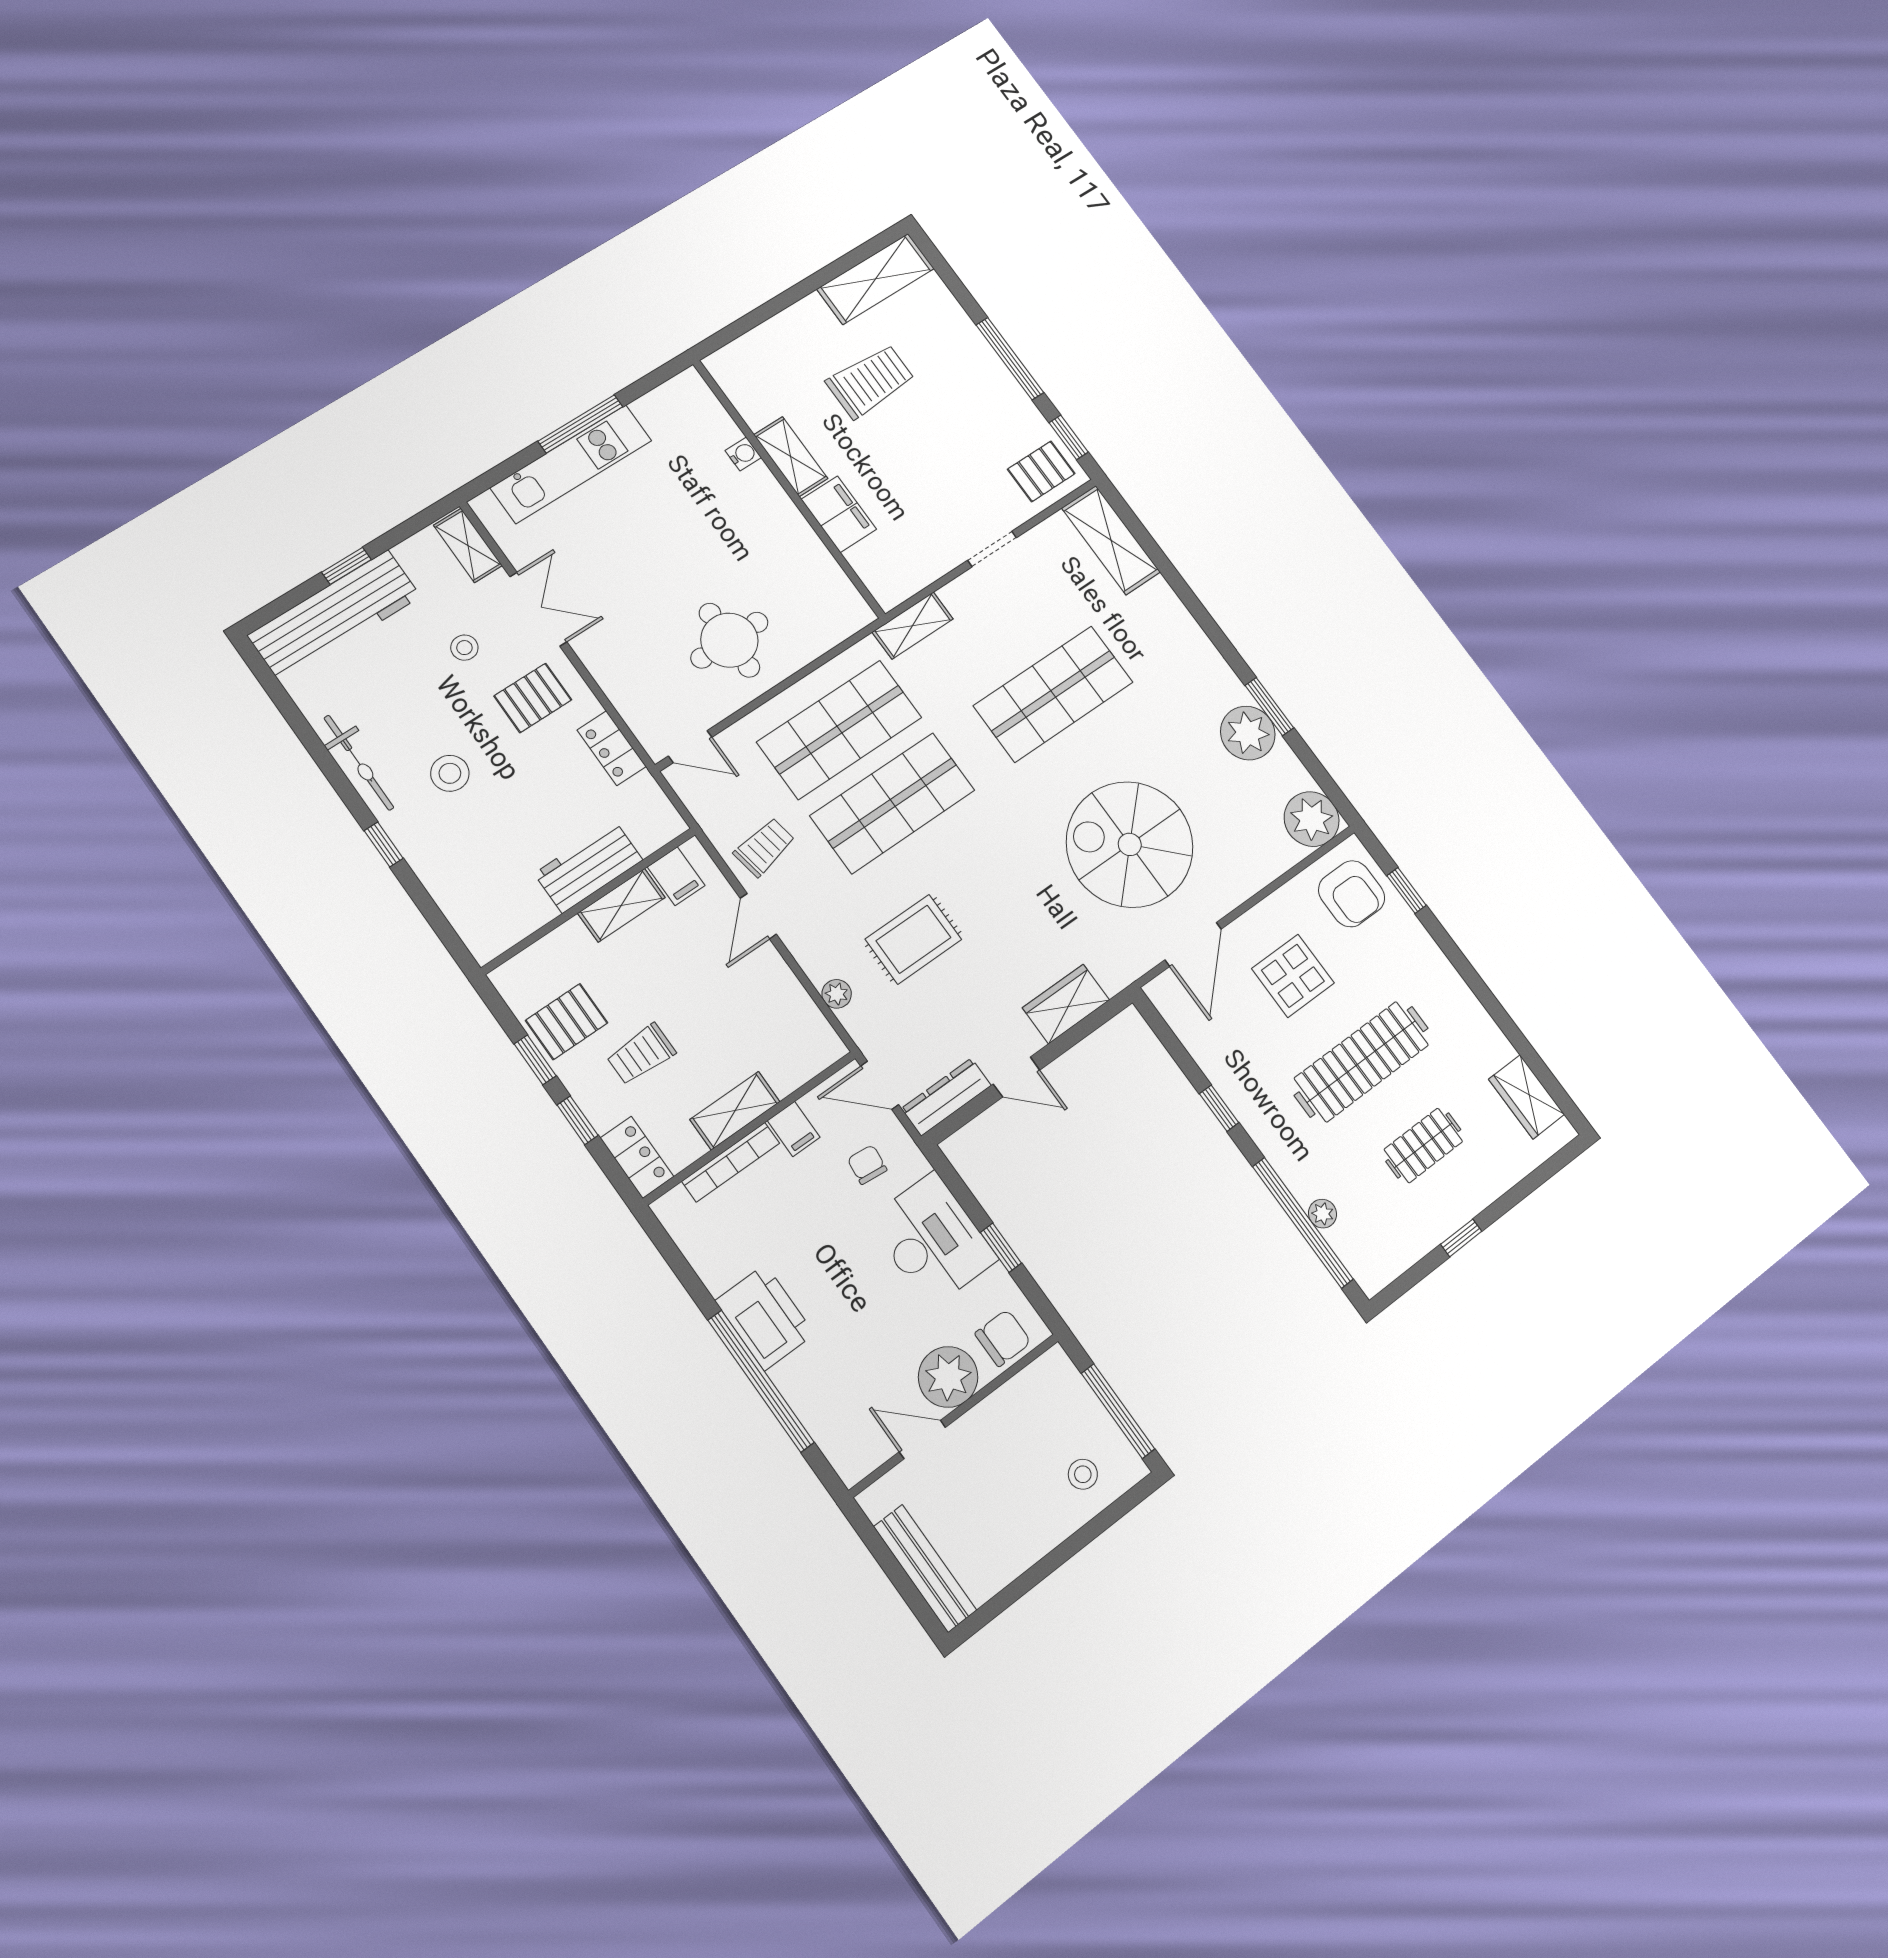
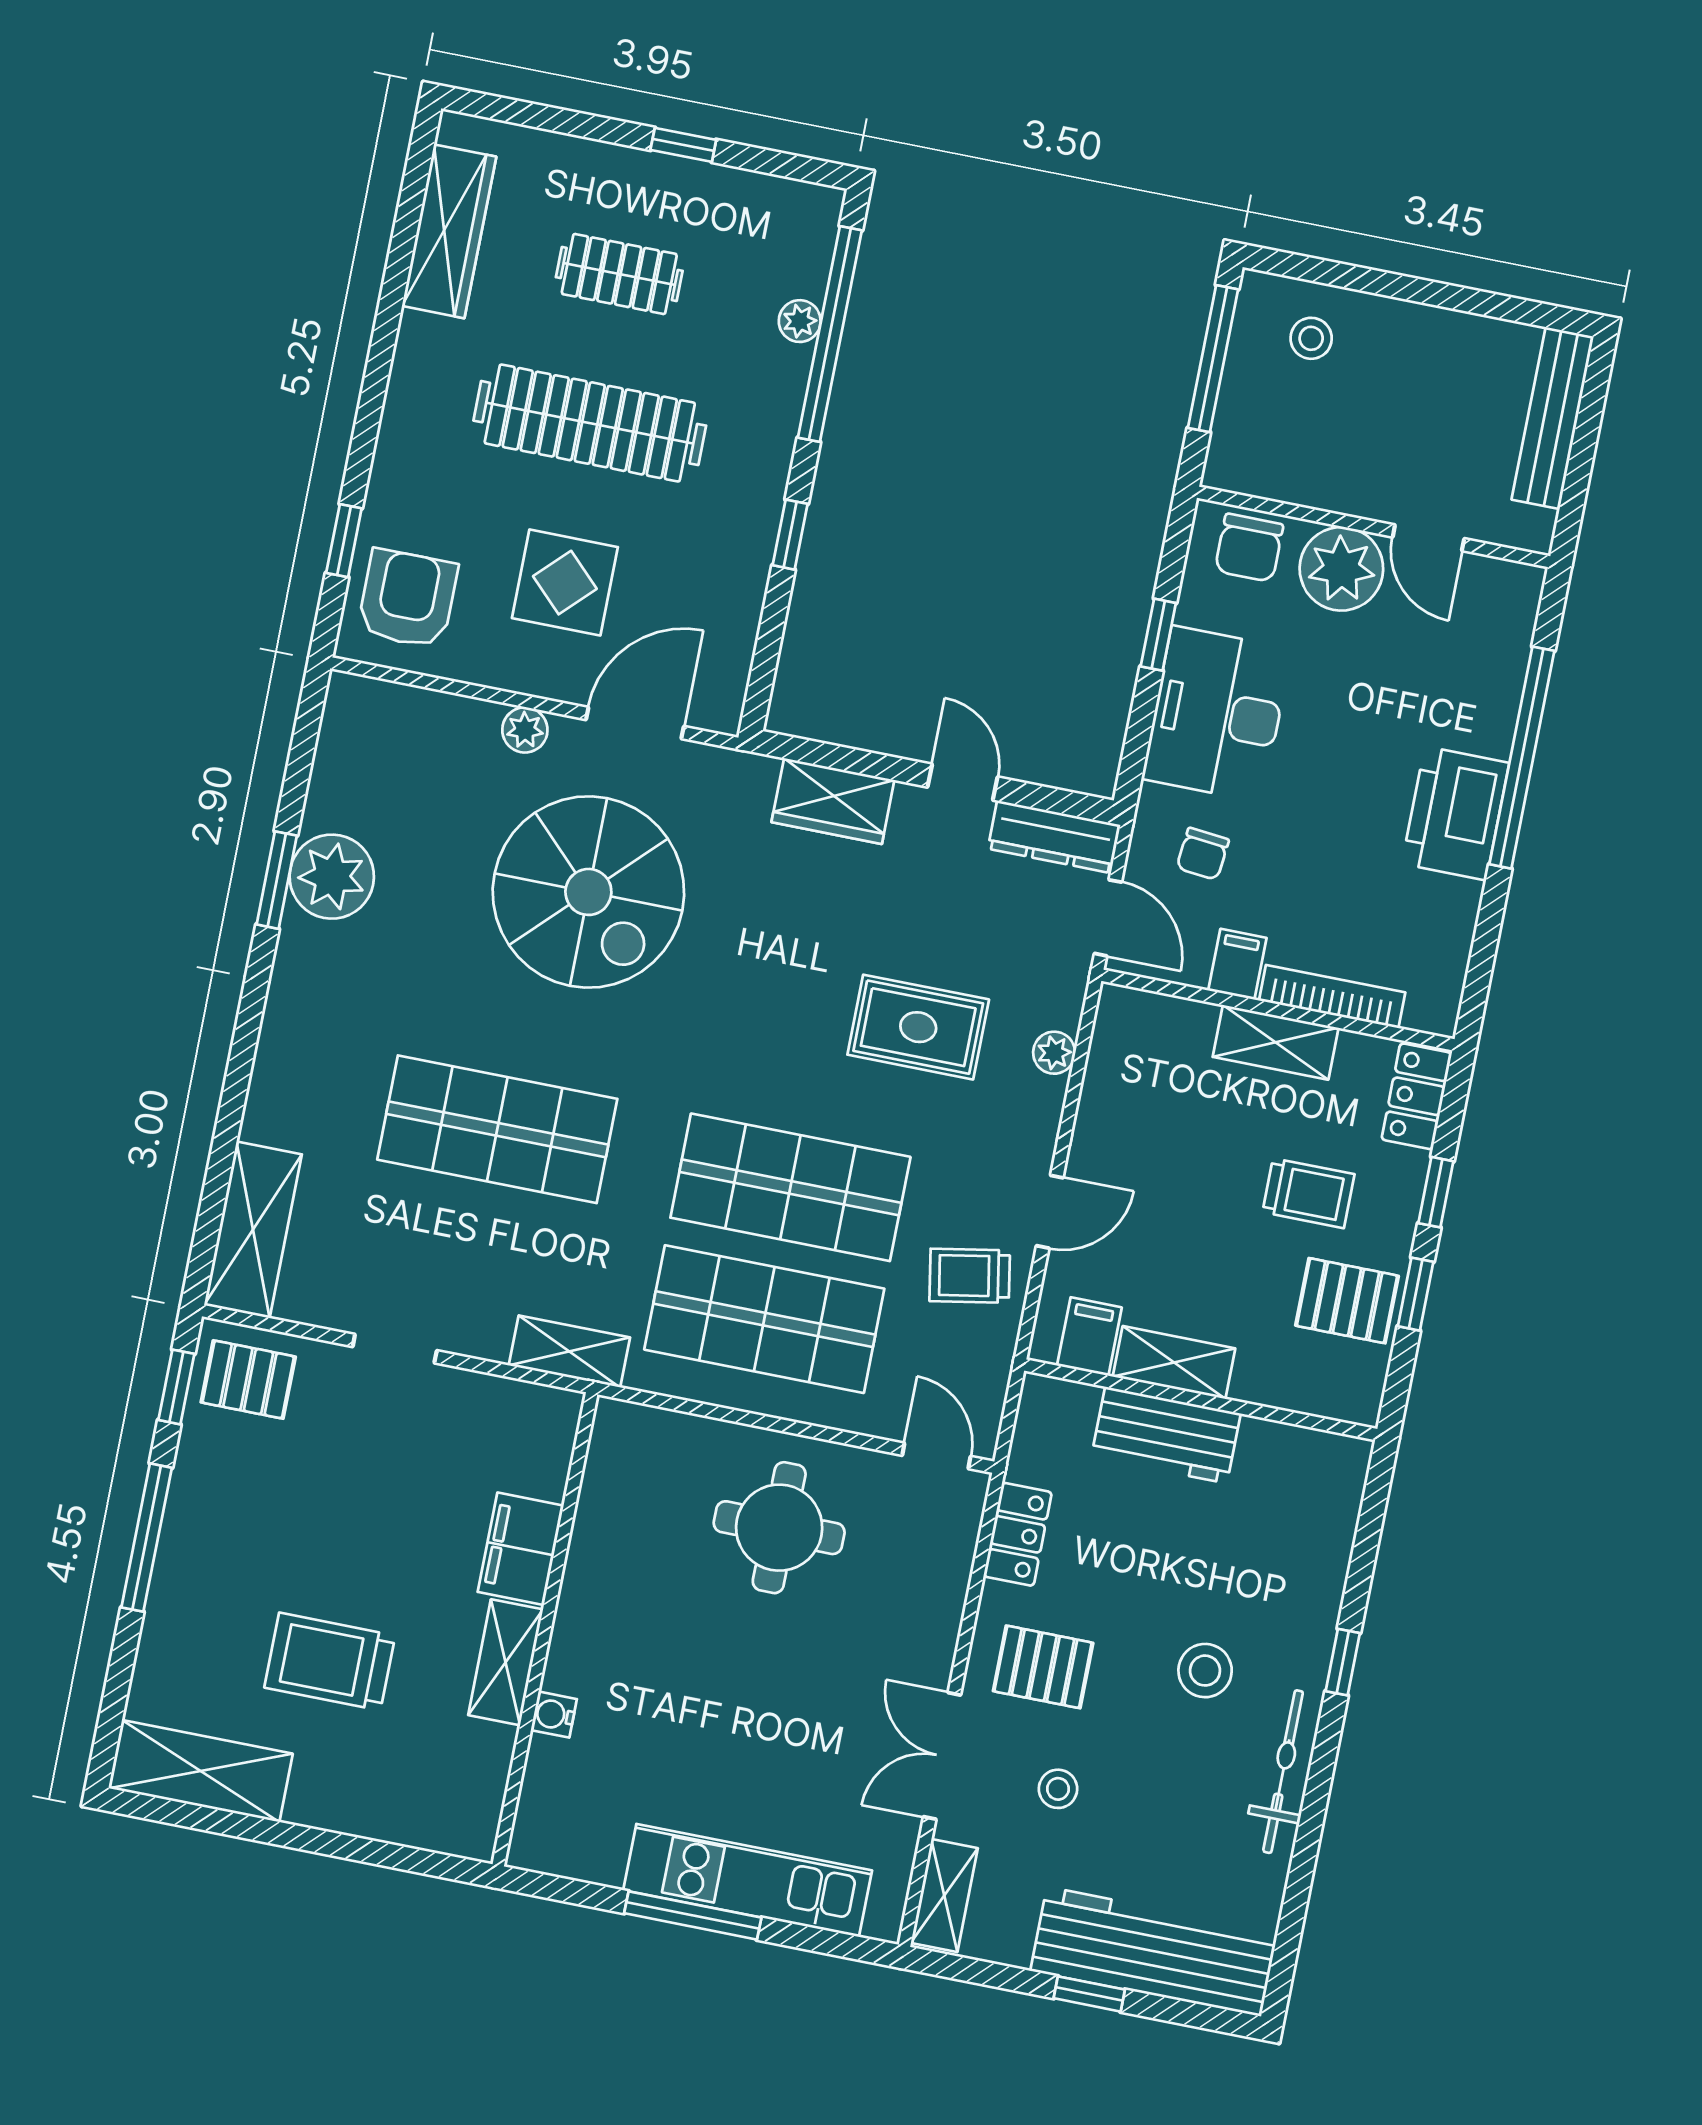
plant: (1312, 819) -> (525, 730), moved, width x0.53, depth x0.53
wardrobe: (1527, 1097) -> (449, 231), width x1.50
chair: (1003, 1338) -> (1249, 548), turned -90

